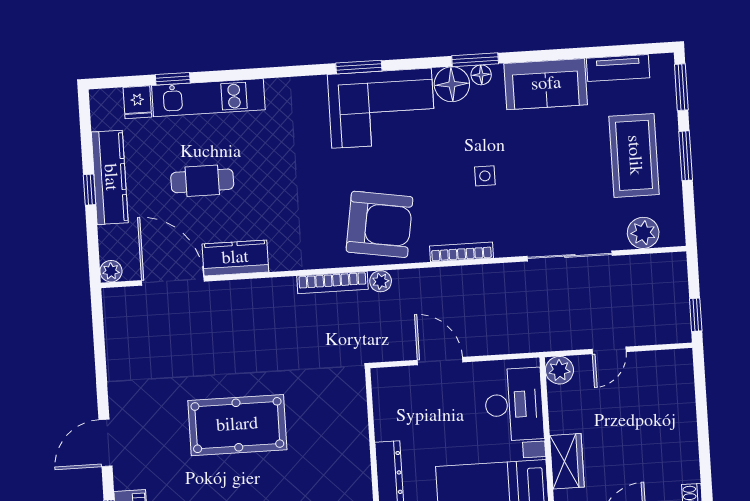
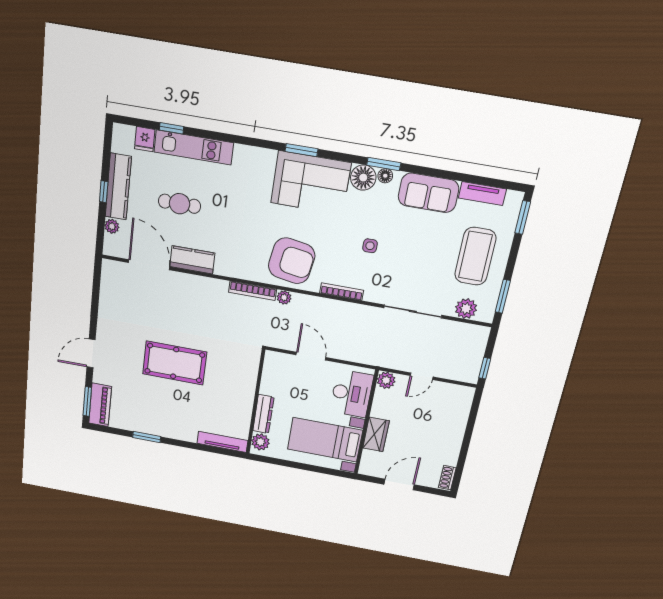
window: (686, 156) -> (503, 296), moved
plant: (111, 271) -> (112, 226), moved

